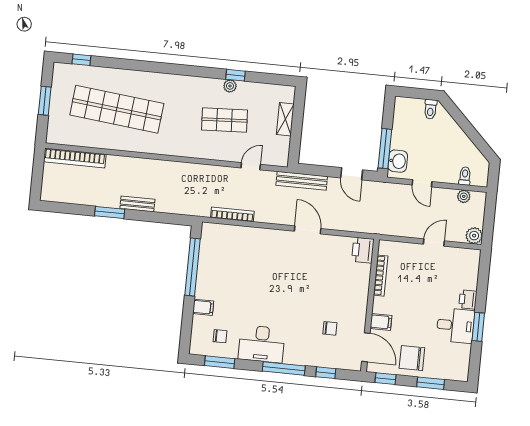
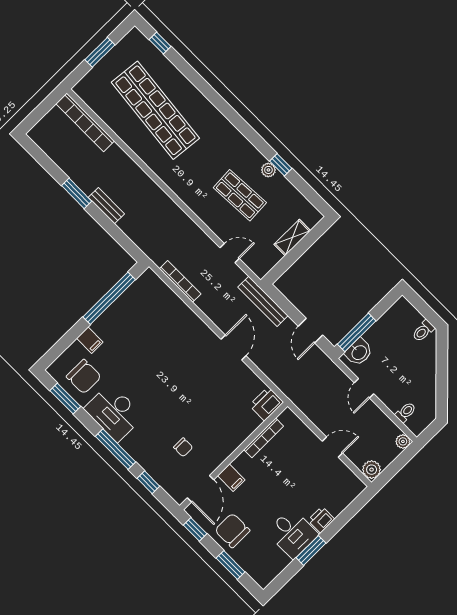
plant: (464, 196) -> (403, 441), moved
chair: (220, 336) -> (84, 377), width x1.87, depth x1.87

